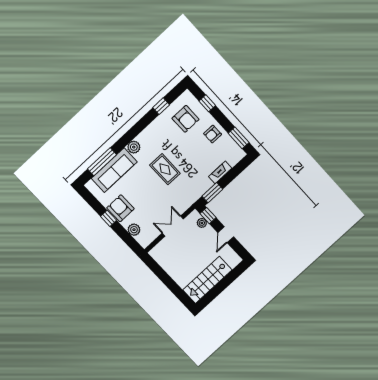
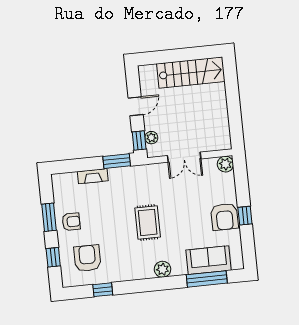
window: (239, 138) -> (49, 217), moved
sofa: (114, 170) -> (209, 260), width x0.73
plant: (134, 230) -> (225, 164), moved

